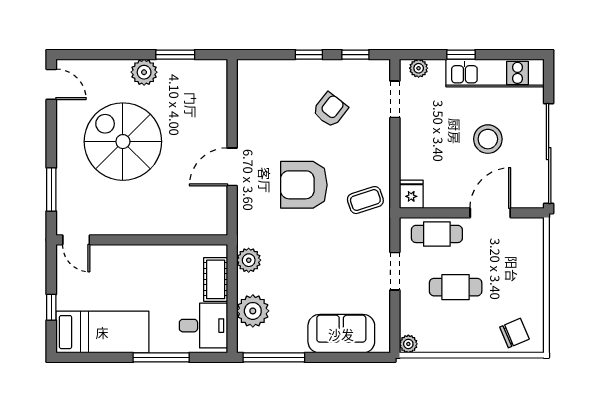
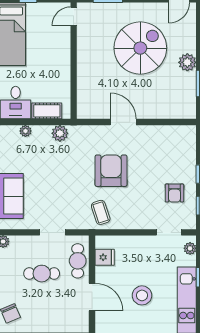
armchair: (330, 110) -> (174, 193), moved, turned 52
fridge: (411, 194) -> (105, 257), moved
cafe table: (456, 287) -> (42, 274), turned 90
plant: (253, 311) -> (25, 131), width x0.53, depth x0.53

